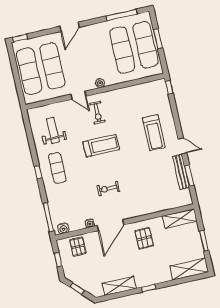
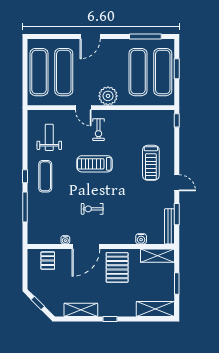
window: (20, 38) -> (37, 36), removed
plant: (100, 83) -> (108, 96), width x1.87, depth x1.87
treadmill: (101, 146) -> (95, 164), turned 180
bench: (181, 172) -> (169, 226), moved
window: (48, 217) -> (25, 207), moved
water cooler: (63, 228) -> (141, 239), moved
pallet: (144, 238) -> (117, 267), width x1.50, depth x1.42
window: (58, 260) -> (25, 269), removed

